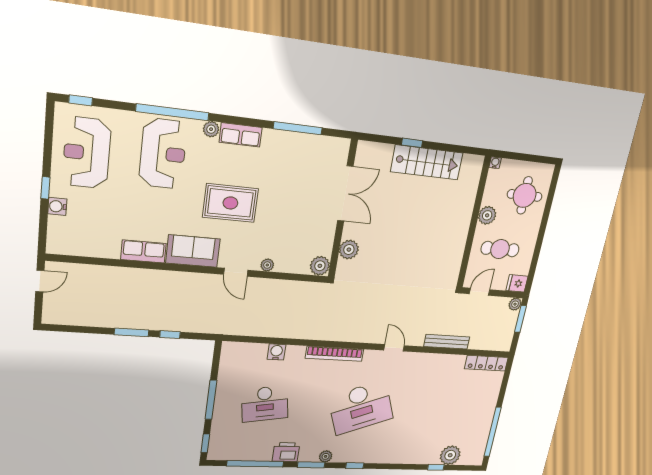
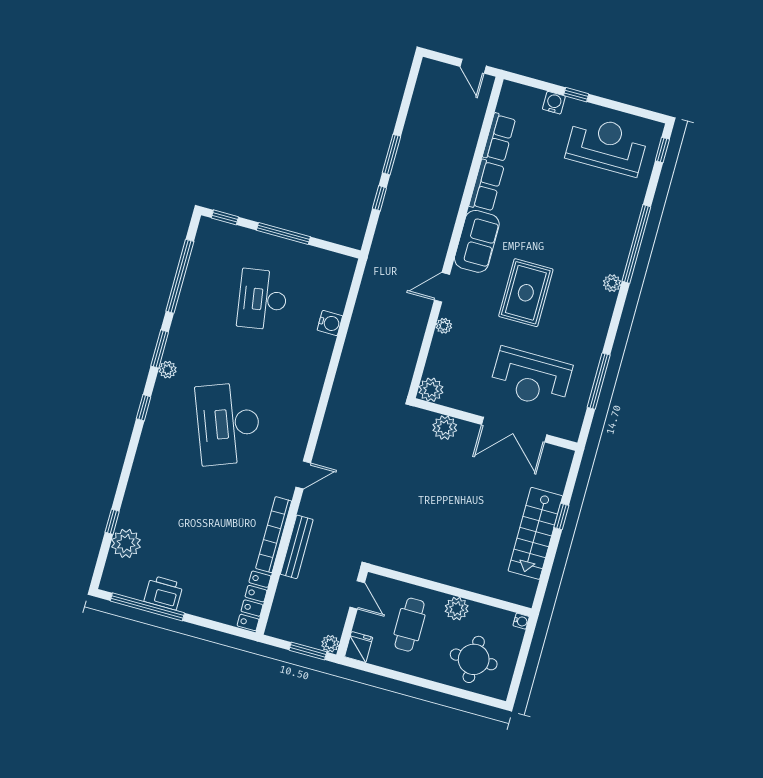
row of seats: (241, 135) -> (499, 138), moved, turned 180
reception desk: (163, 154) -> (531, 378), moved
bookcase: (335, 354) -> (274, 535), moved
printer: (286, 452) -> (164, 593), moved, turned -90

